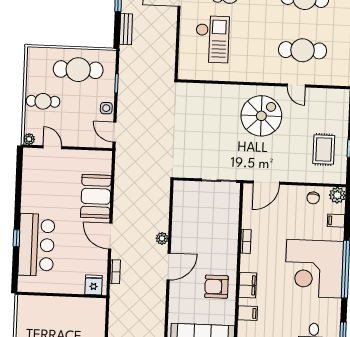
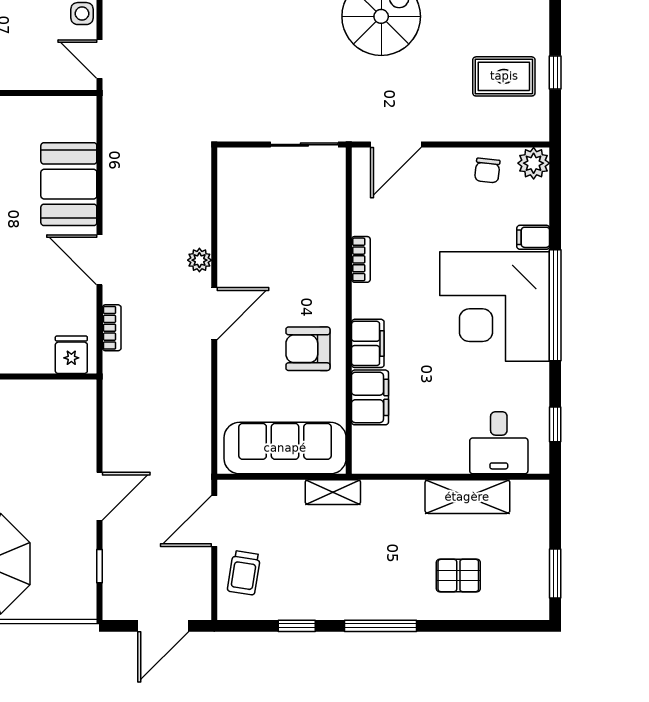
rug: (324, 150) -> (504, 76), turned 90
filing cabinet: (336, 221) -> (533, 237), moved
filing cabinet: (248, 313) -> (370, 397), width x2.00

